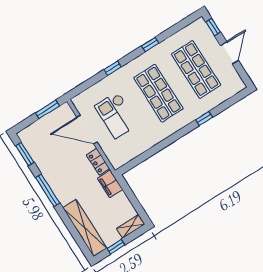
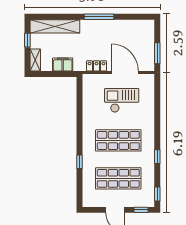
window: (113, 68) -> (157, 194), moved
door: (87, 130) -> (125, 73), hinge flipped
window: (25, 154) -> (135, 17), removed
filing cabinet: (110, 184) -> (63, 64), moved

